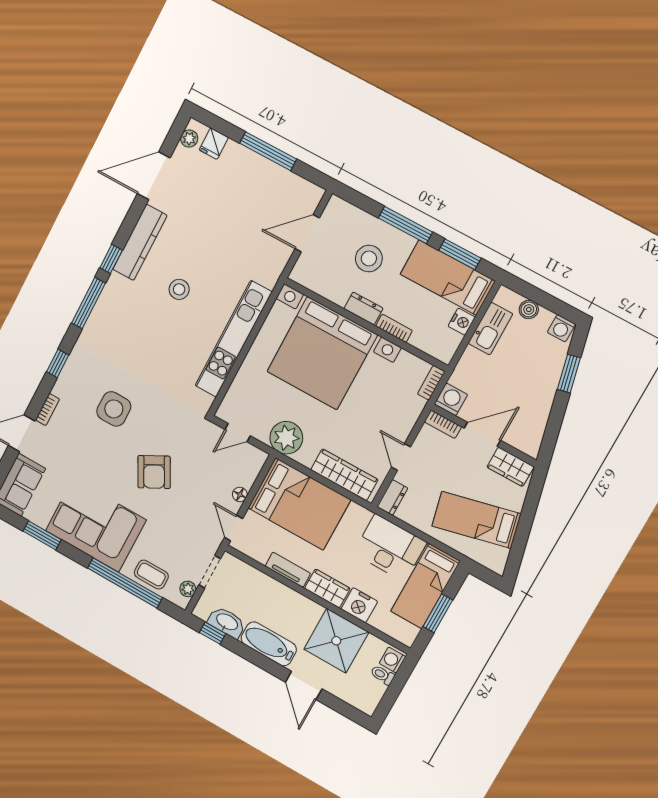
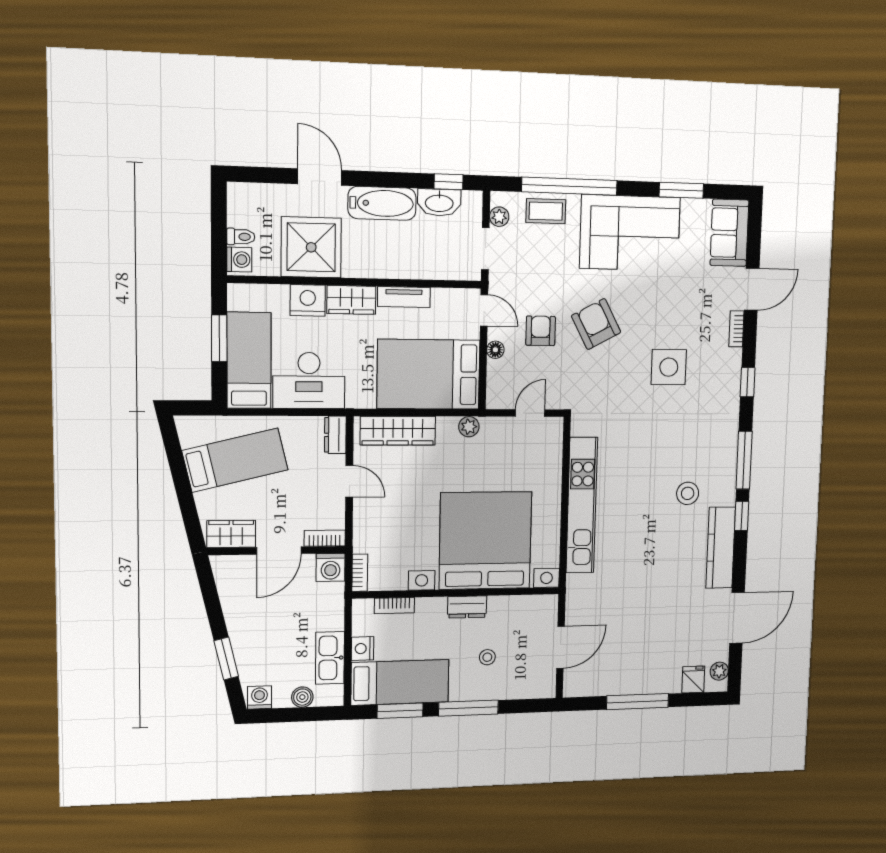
stool: (369, 259) -> (487, 657), width x0.53, depth x0.53
stool: (179, 289) -> (688, 493), moved
bookcase: (394, 328) -> (394, 606), moved
plant: (286, 438) -> (469, 427), width x0.53, depth x0.53
armchair: (199, 490) -> (541, 331), added

